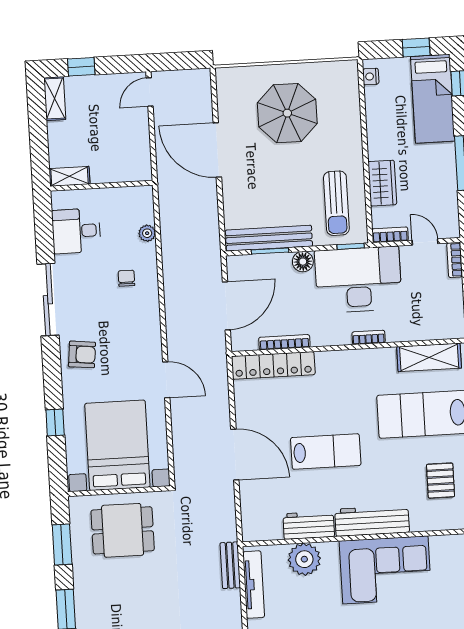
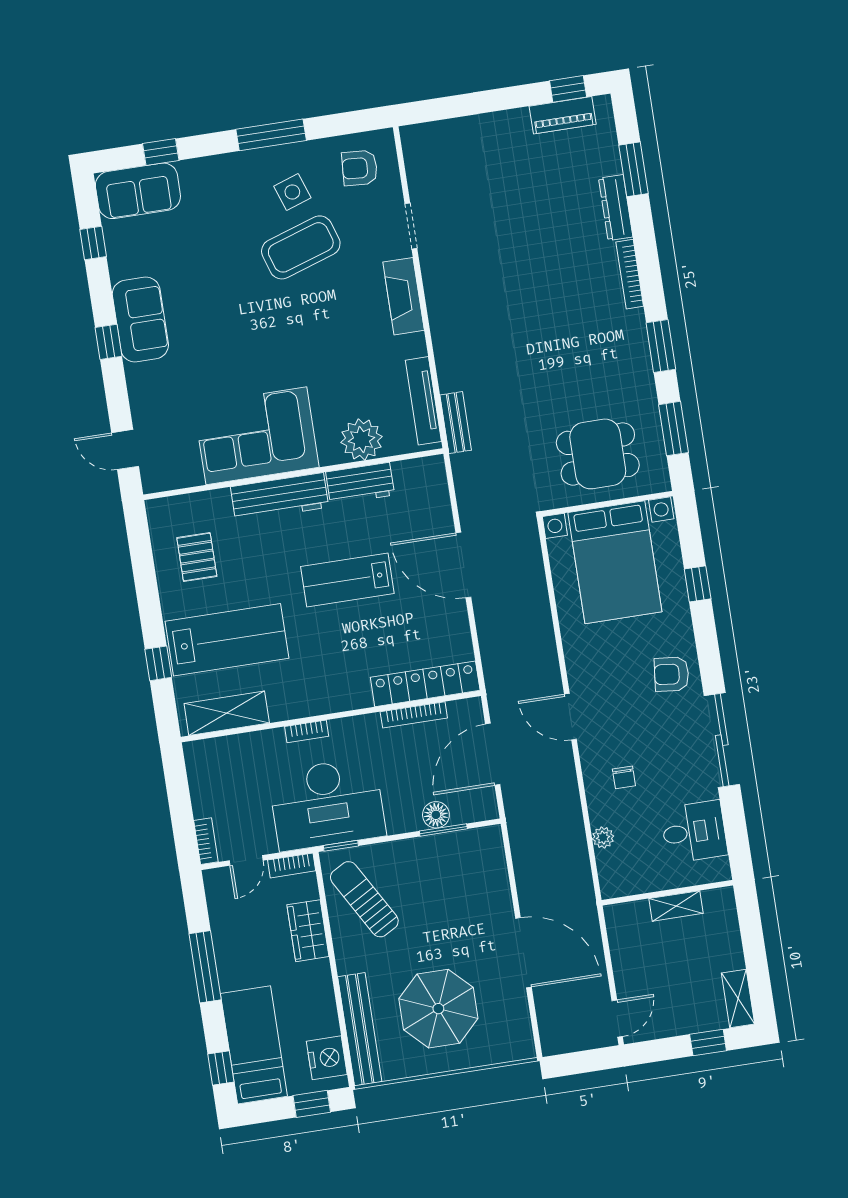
window: (416, 47) -> (312, 1104), moved
nightstand: (371, 76) -> (327, 1058), width x1.89, depth x1.79
shelving: (69, 176) -> (676, 906), moved
sun lounger: (336, 203) -> (364, 899), turned -30
bench: (269, 238) -> (360, 1029), moved, turned 90
door: (425, 242) -> (246, 860), hinge flipped
floor lamp: (303, 262) -> (436, 815), moved
door: (166, 380) -> (570, 717), moved

